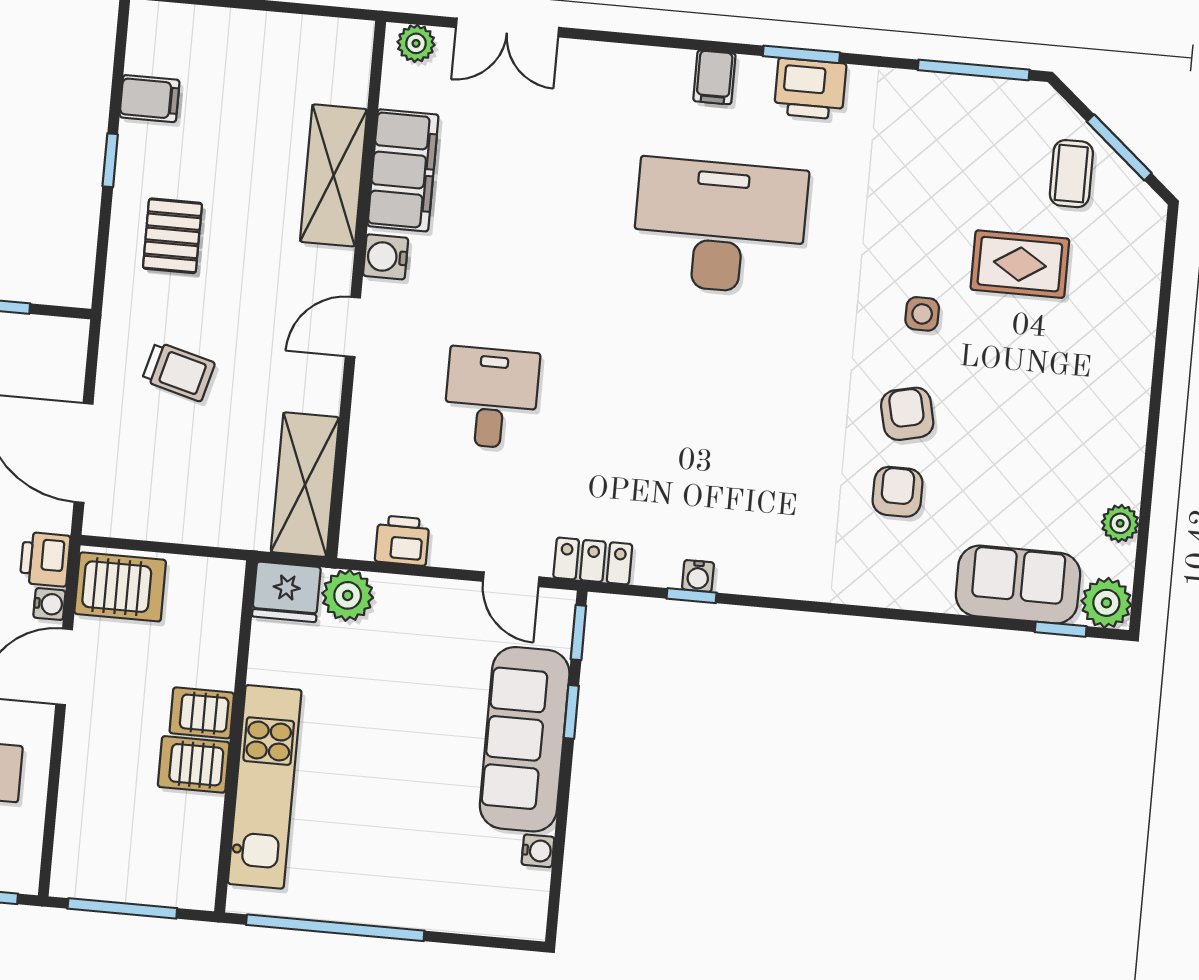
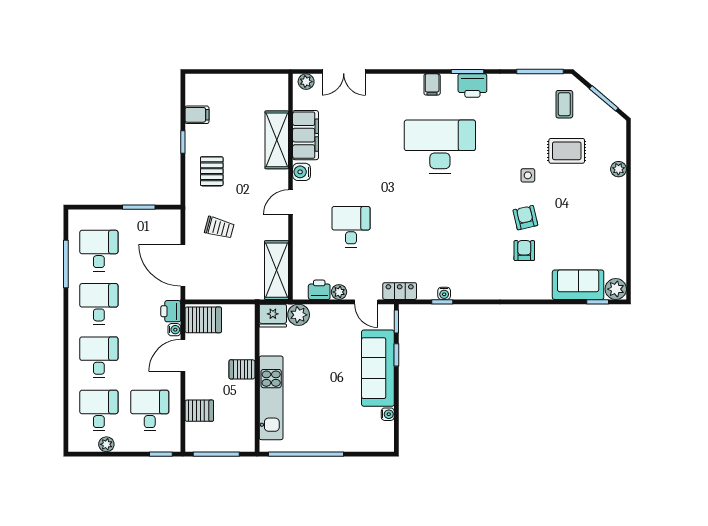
coffee table: (1071, 174) -> (564, 104), moved
plant: (1120, 523) -> (618, 169), moved
plant: (449, 550) -> (339, 292), added
server rack: (194, 764) -> (199, 411), moved, turned 180

